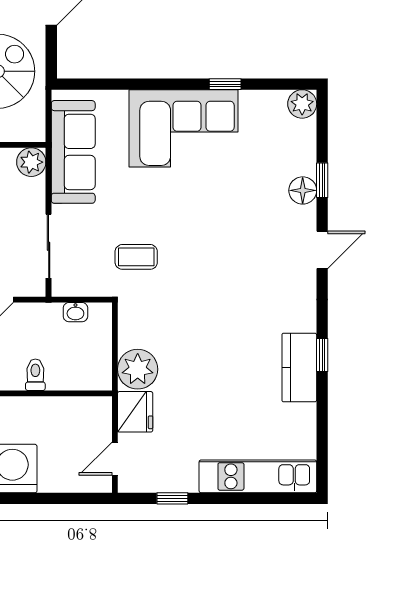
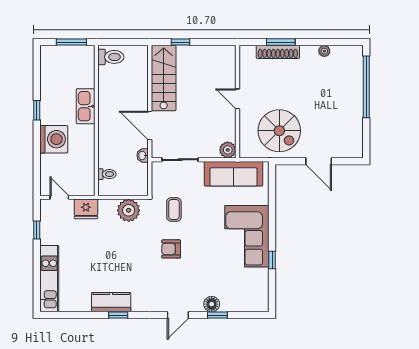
plant: (302, 104) -> (261, 304), removed
door: (322, 250) -> (178, 315), hinge flipped
armchair: (206, 262) -> (171, 249), added
washbasin: (75, 312) -> (143, 155), moved
plant: (138, 369) -> (129, 210), moved
toilet: (35, 375) -> (107, 174), moved

